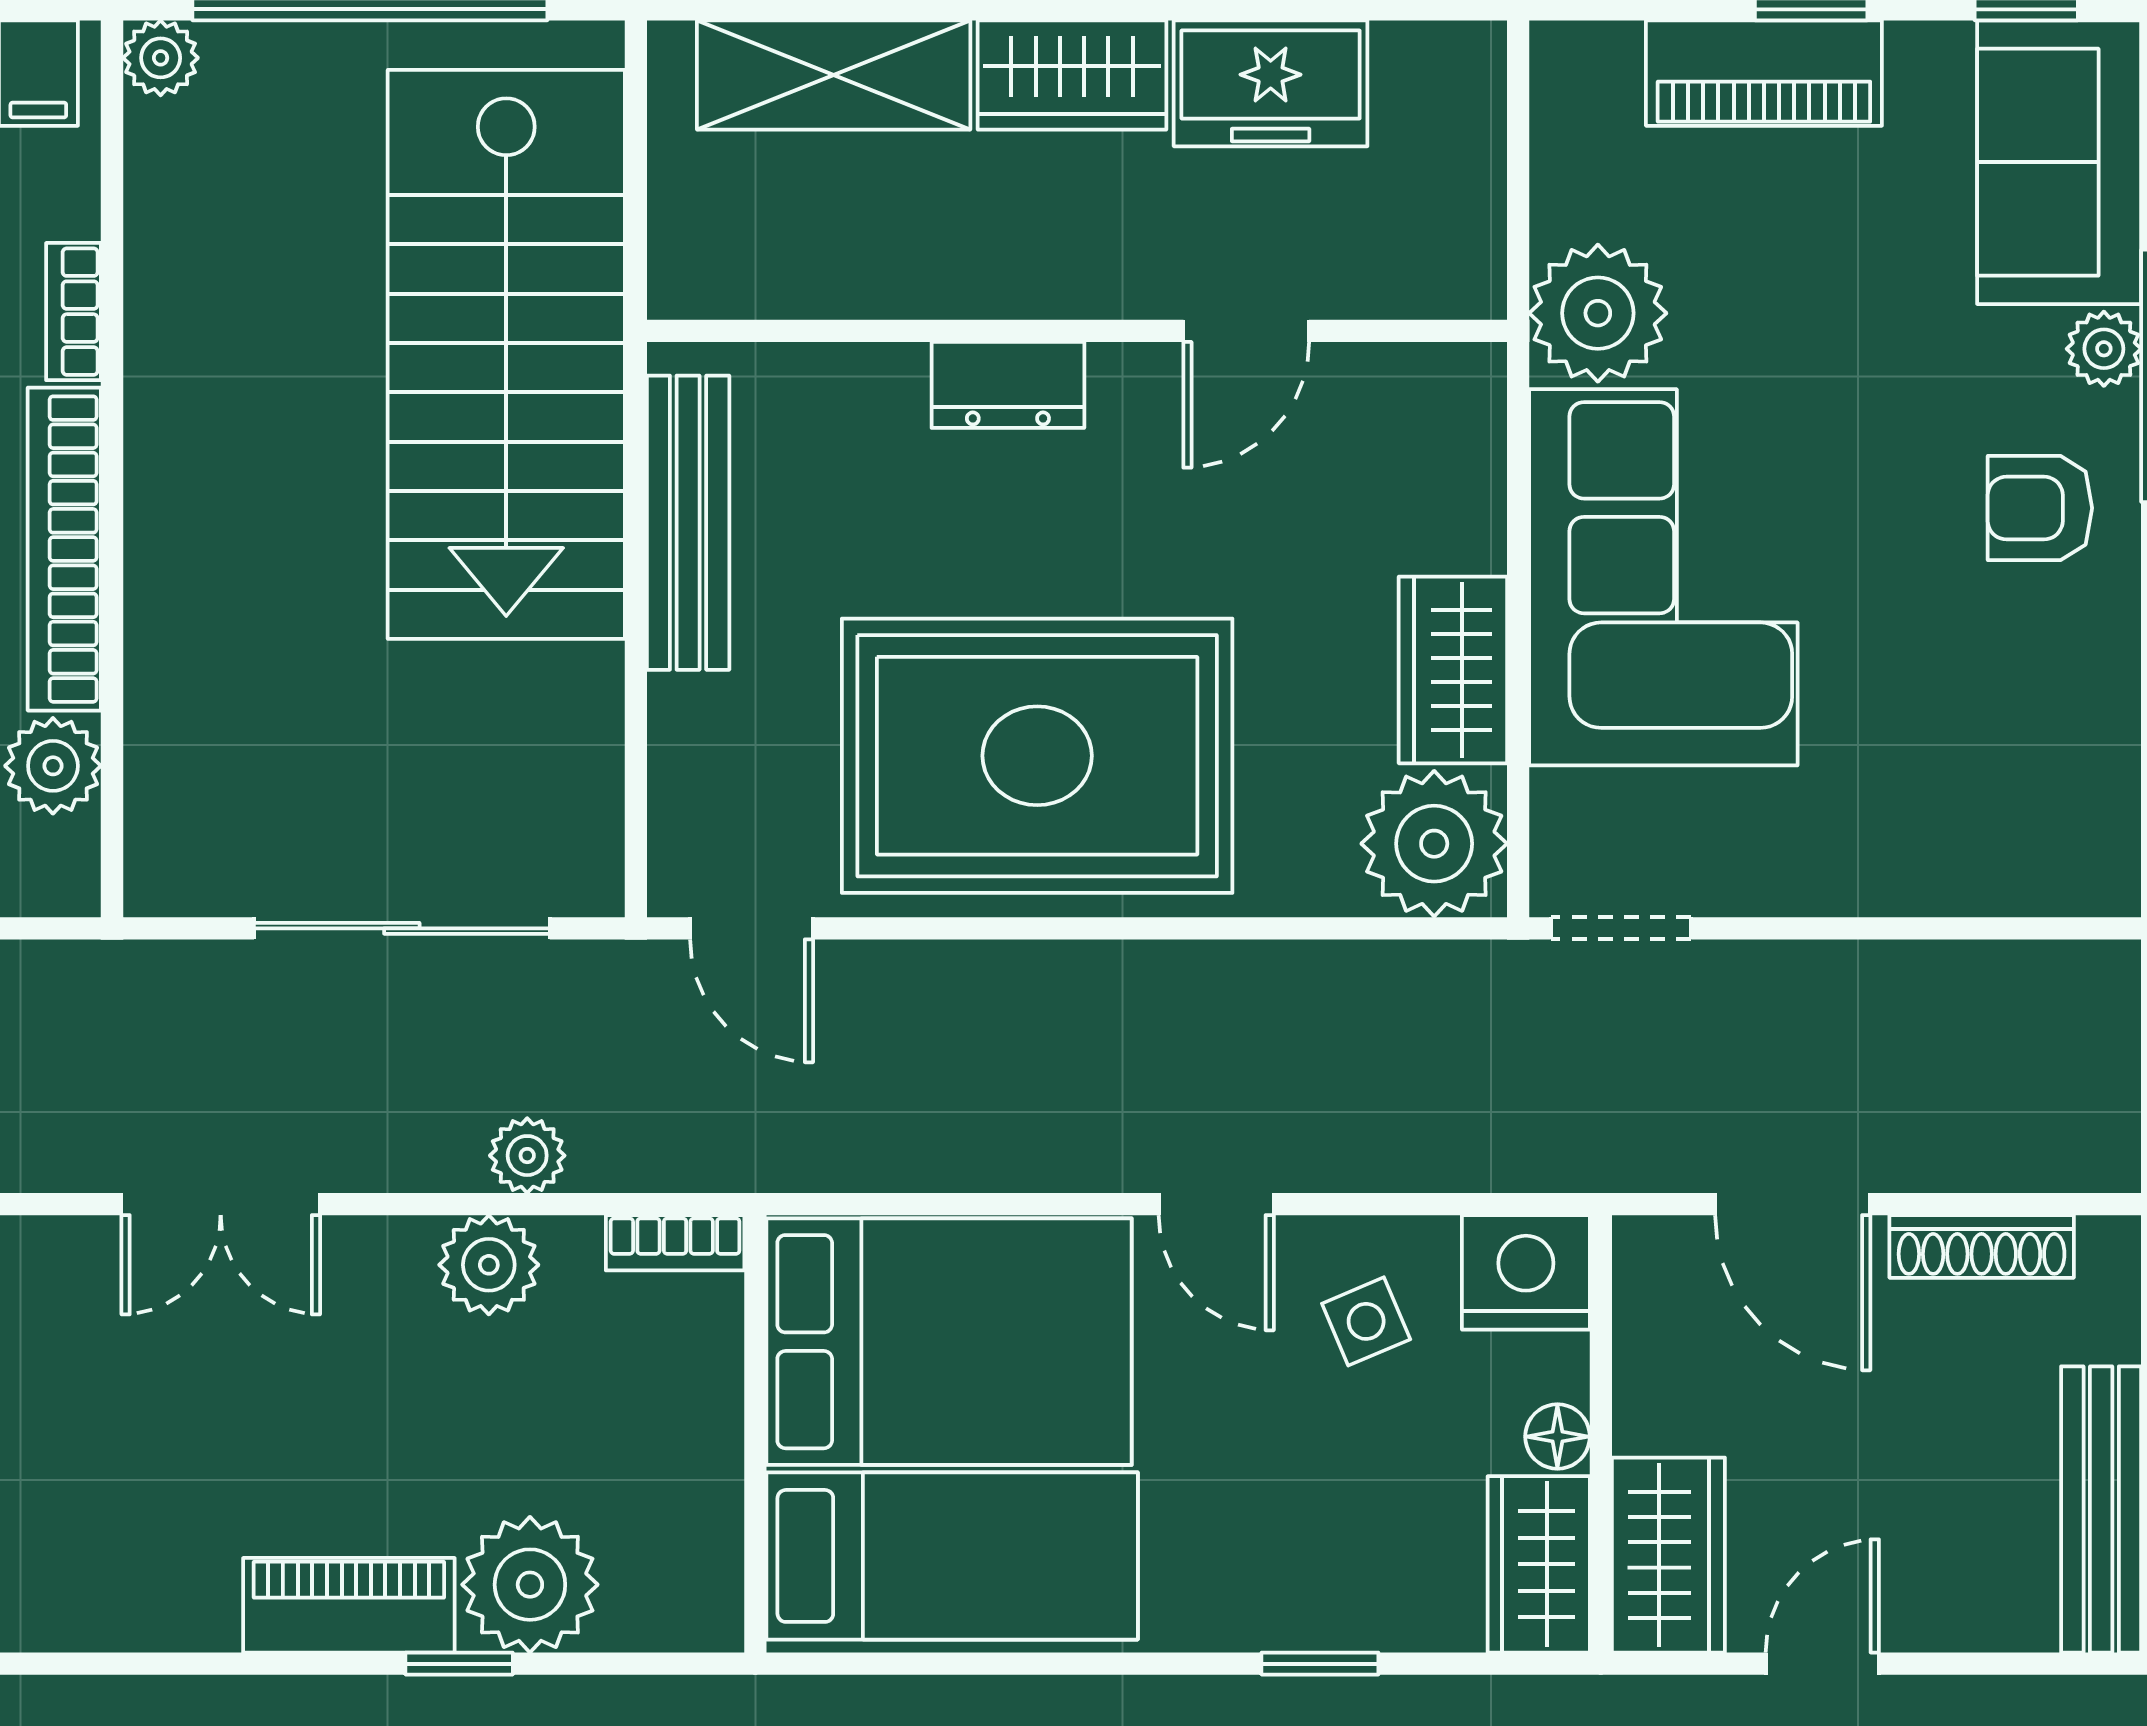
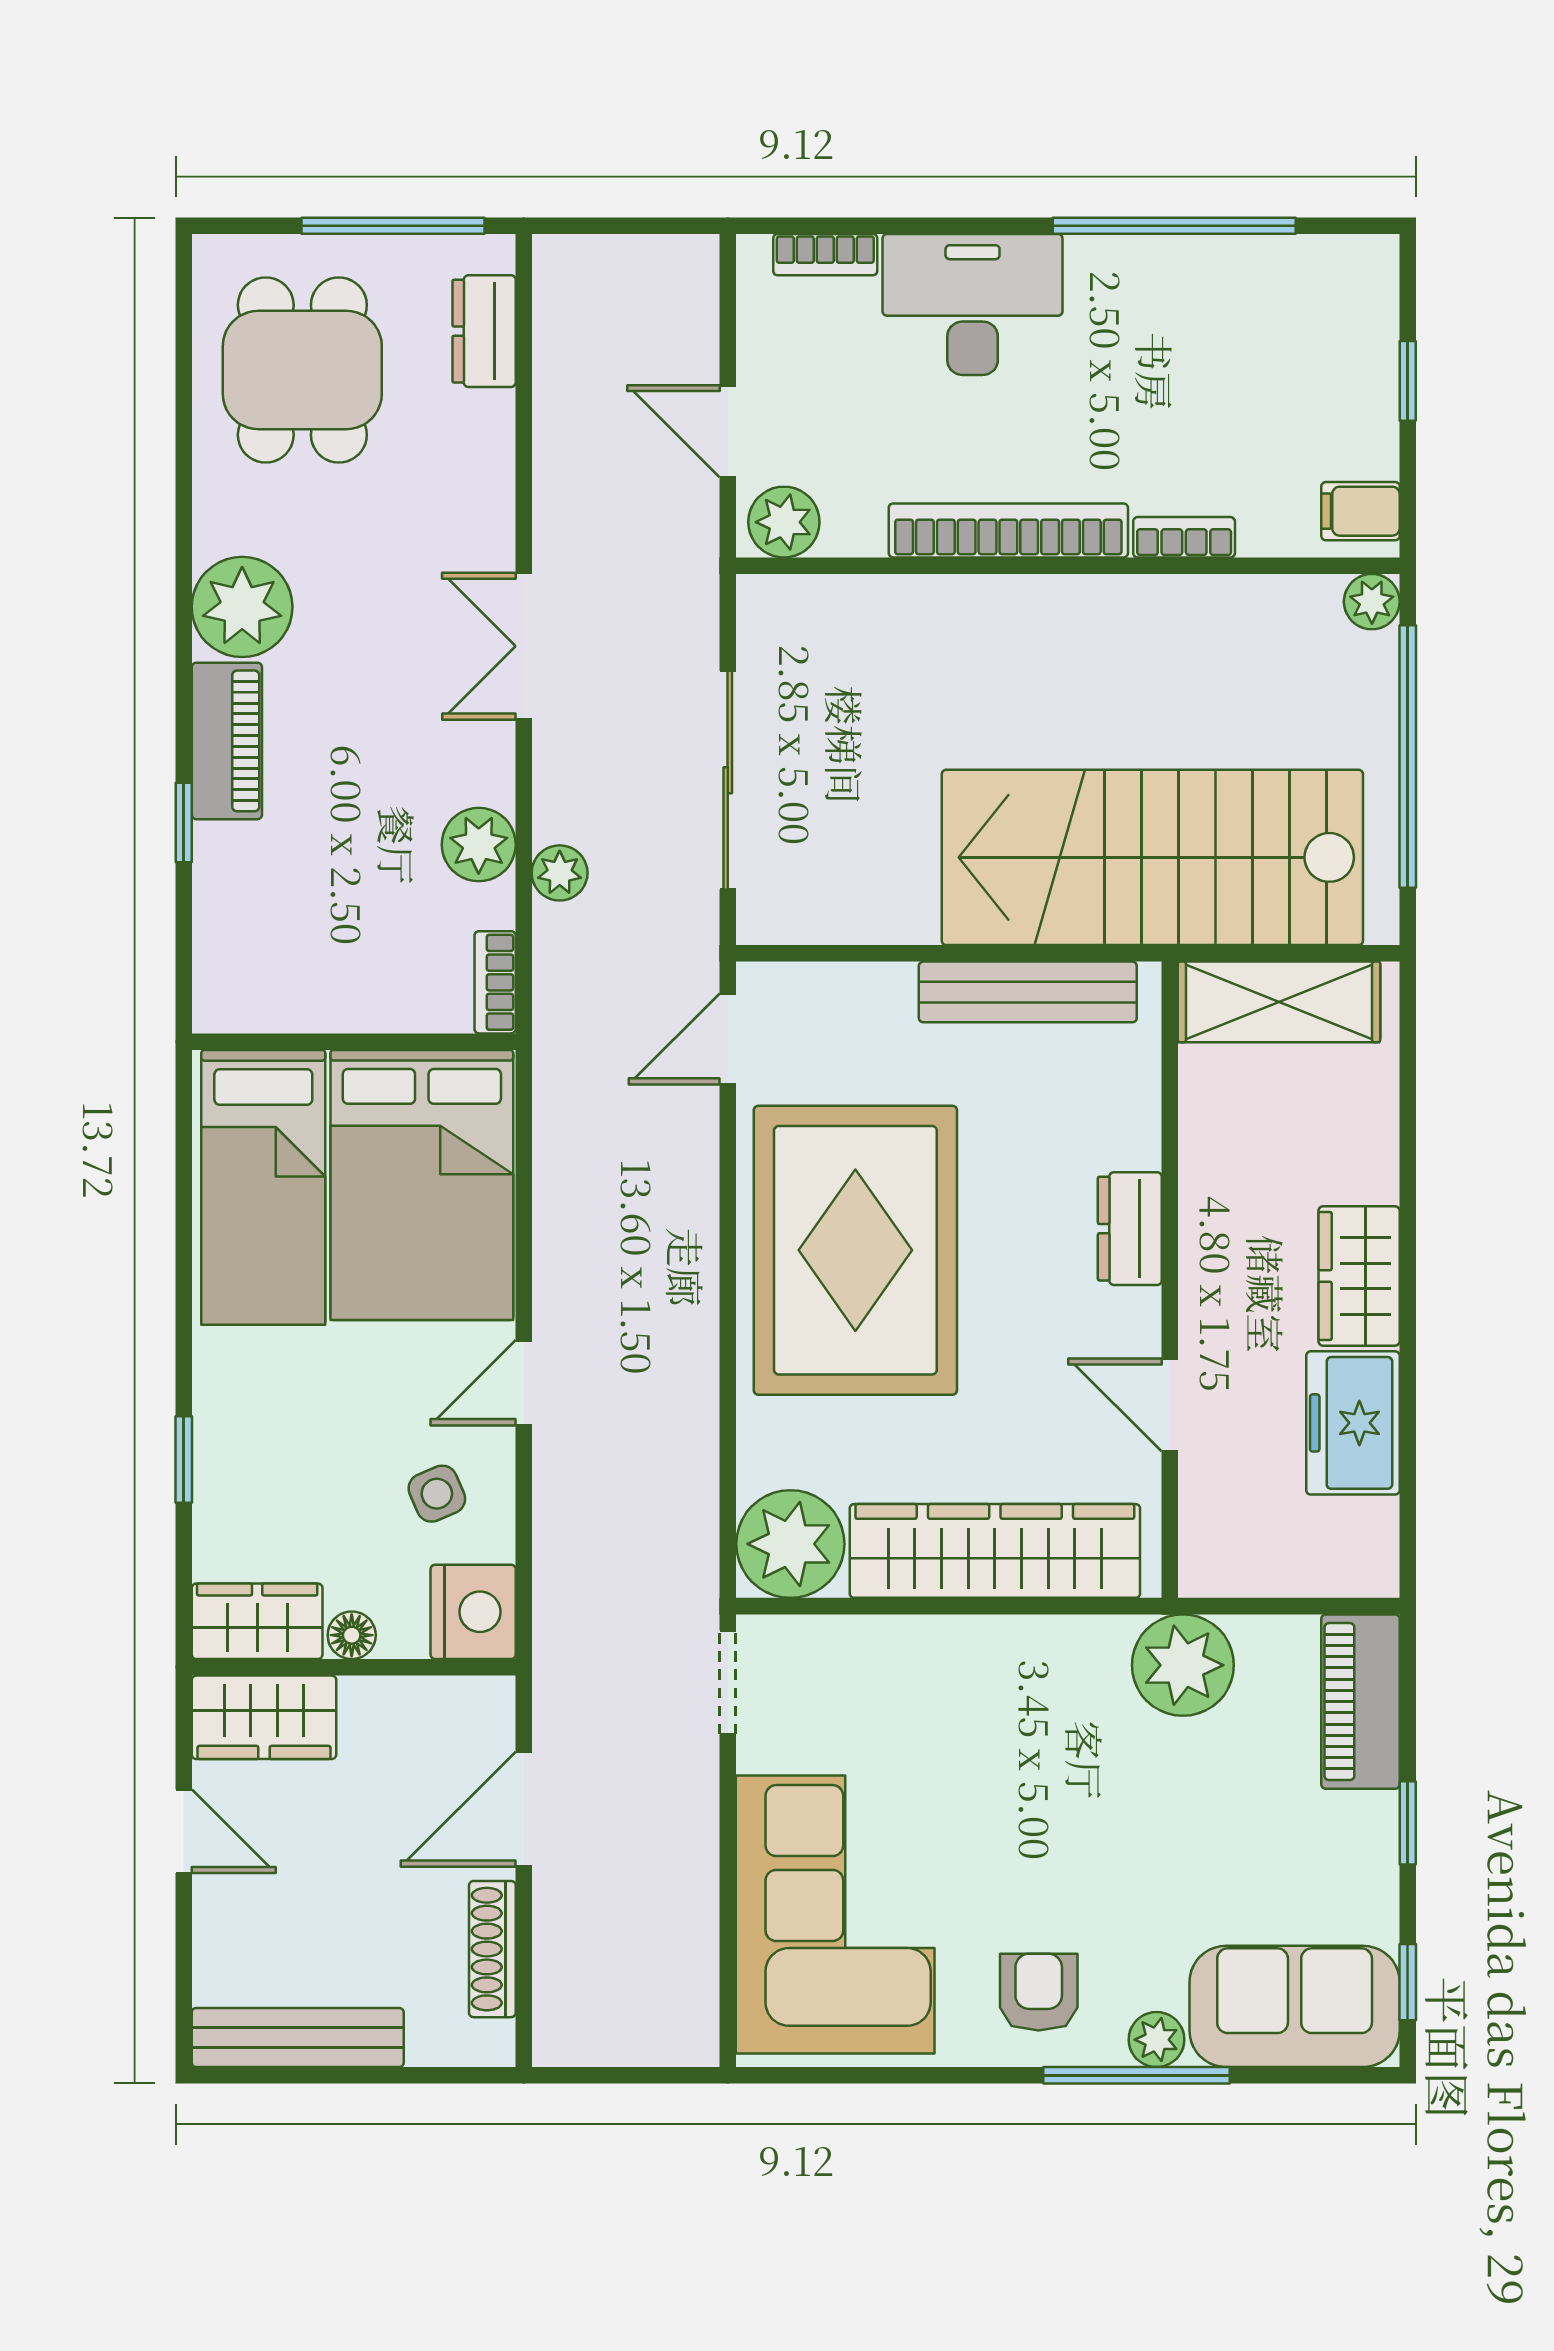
piano: (1764, 73) -> (1360, 1702), moved
shelving: (834, 75) -> (1279, 1002), moved, turned 90
corner sofa: (1663, 577) -> (835, 1915), moved, turned -90
wardrobe: (1453, 670) -> (995, 1551), width x2.10, depth x1.17
plant: (53, 766) -> (784, 522), moved
plant: (530, 1585) -> (242, 607), moved

